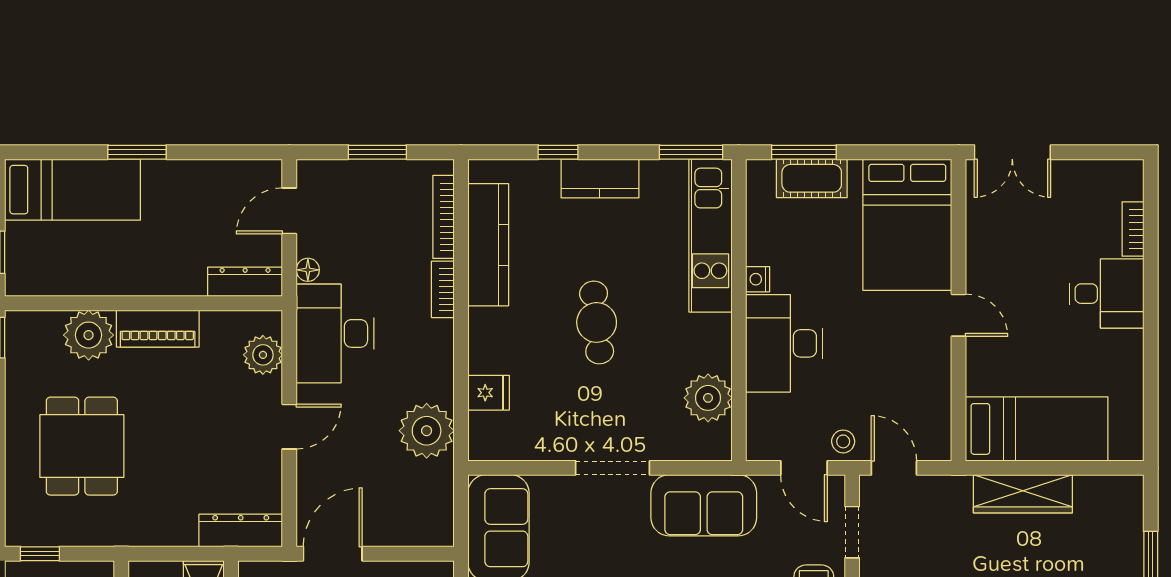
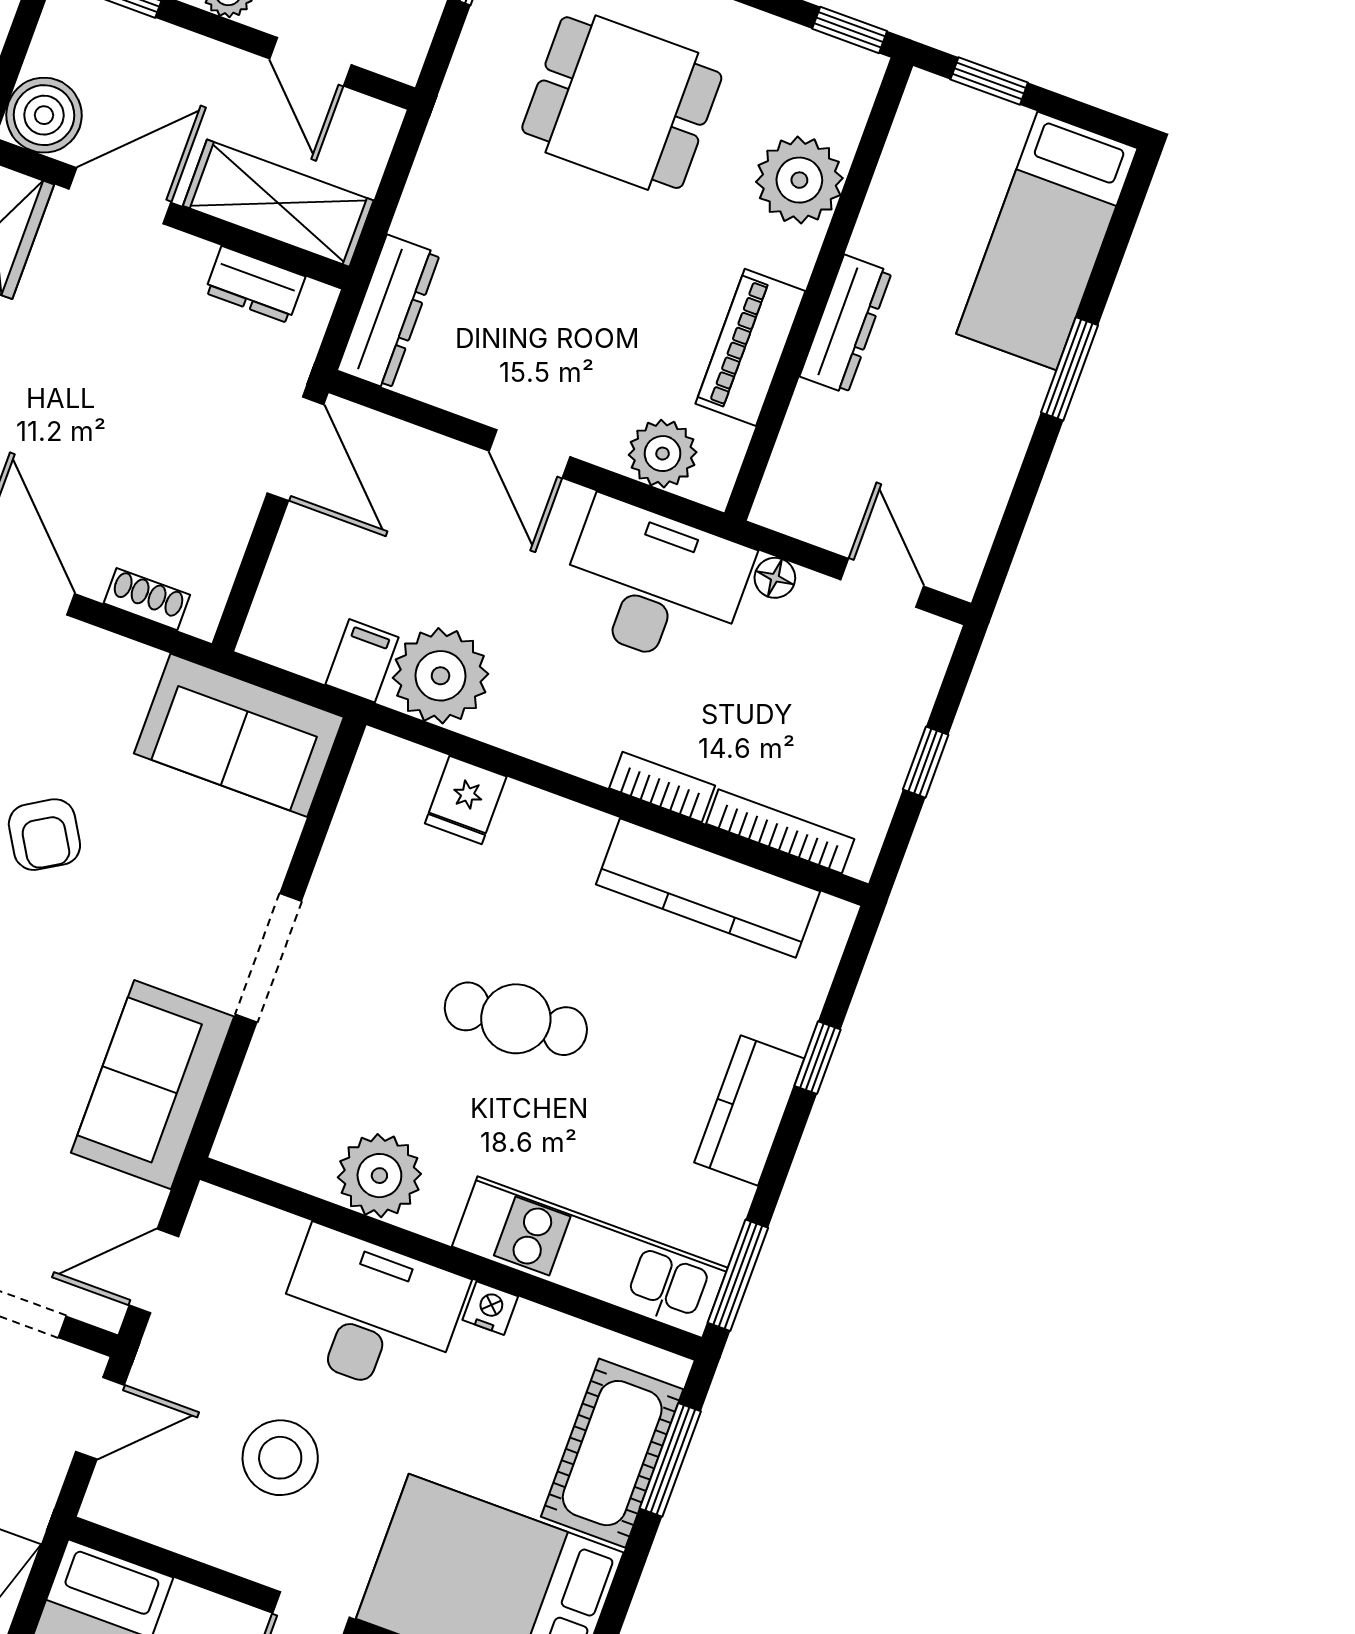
window: (377, 152) -> (926, 762), width x0.67
cot: (812, 178) -> (612, 1453), width x1.37, depth x1.34
dresser: (245, 282) -> (846, 324), moved
piano: (158, 329) -> (750, 347), moved
plant: (708, 398) -> (379, 1176), moved
stool: (843, 441) -> (280, 1458), moved, width x1.89, depth x1.89
filing cabinet: (434, 476) -> (362, 661), added

